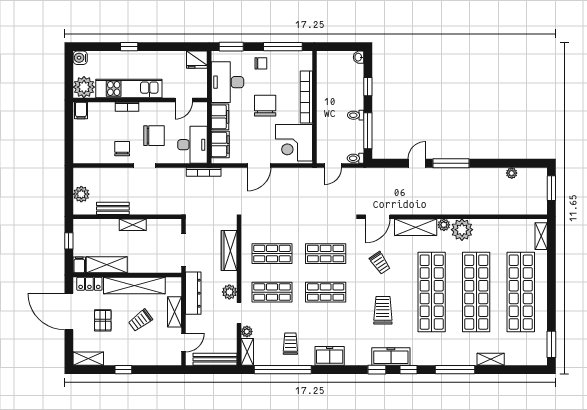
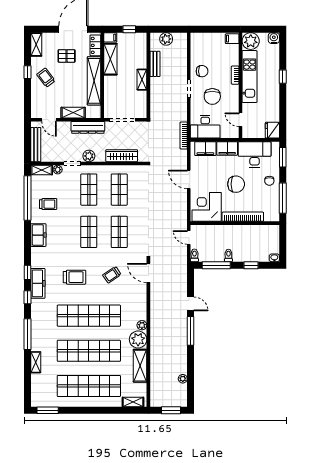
shelving: (416, 227) -> (140, 366), moved
trolley: (140, 320) -> (46, 78), moved

